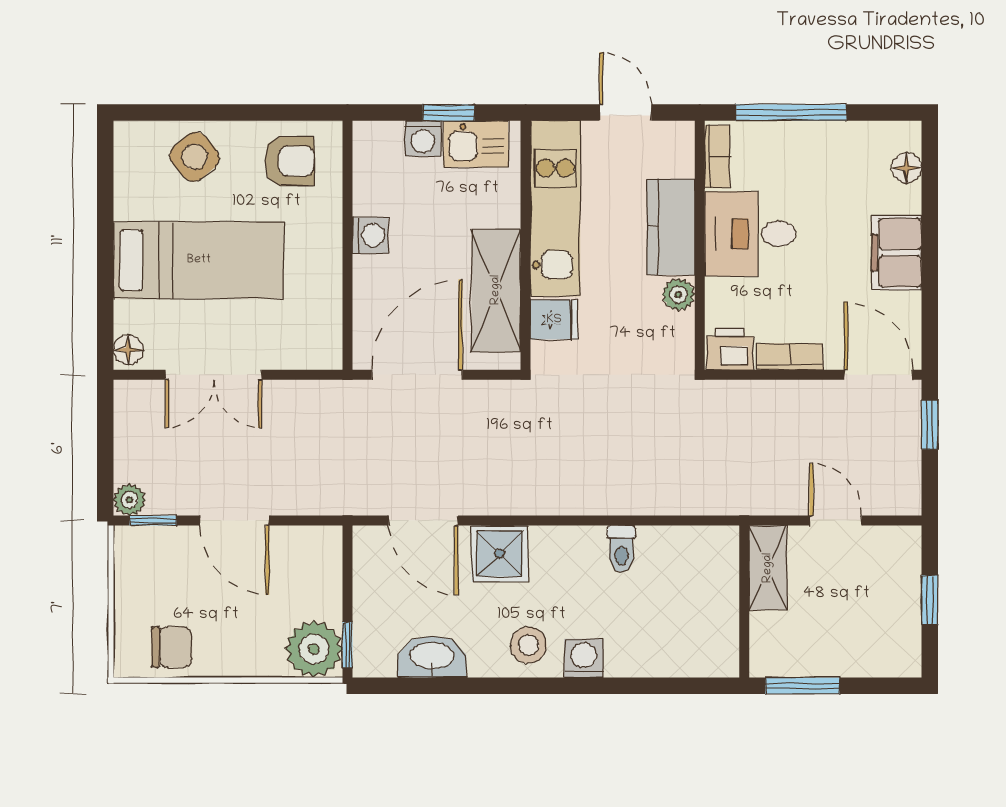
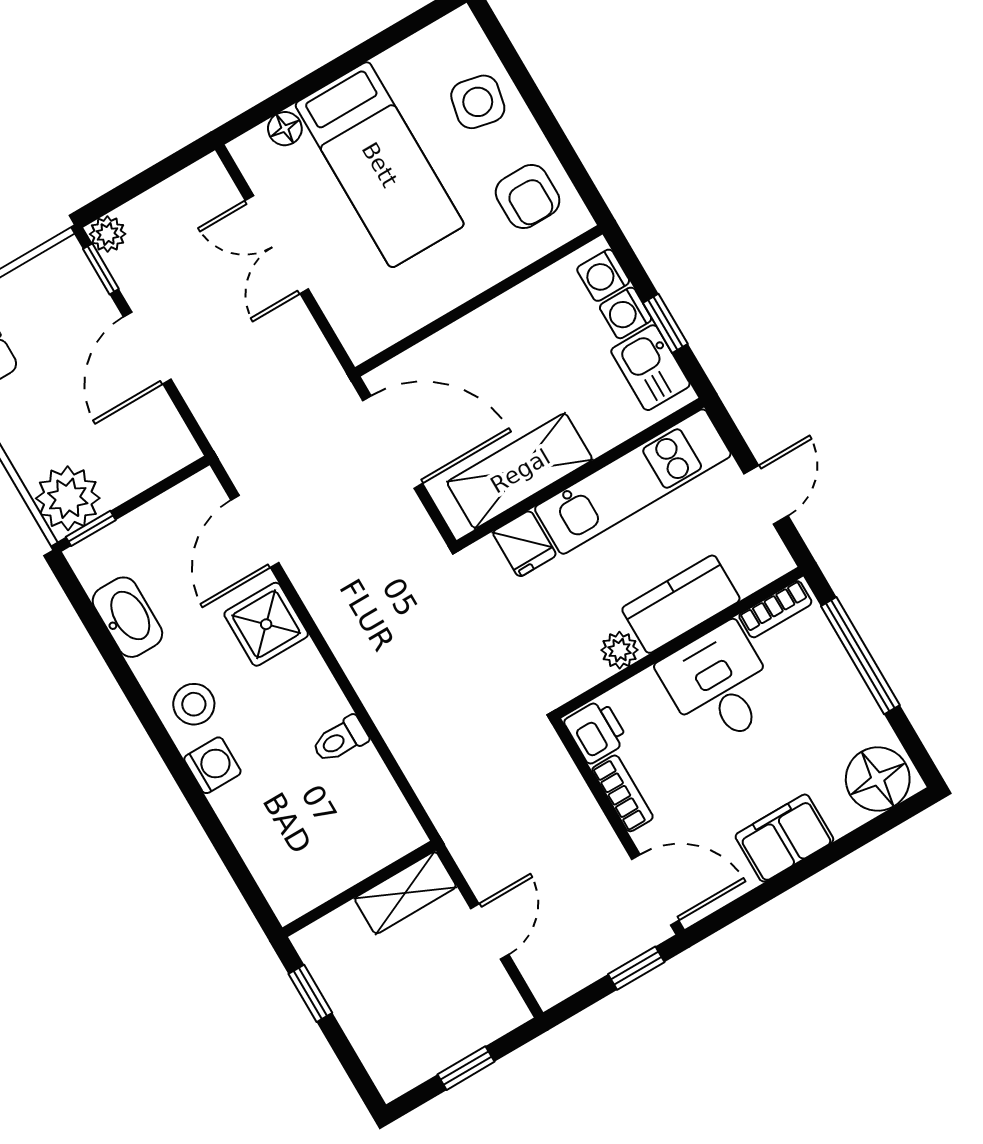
side table: (195, 157) -> (478, 102), turned -38
floor lamp: (907, 168) -> (878, 779), width x1.89, depth x1.89
washing machine: (370, 235) -> (603, 275), moved, turned 90
floor lamp: (128, 350) -> (285, 129), moved
door: (878, 375) -> (655, 890), hinge flipped
window: (803, 686) -> (310, 993), width x0.67

